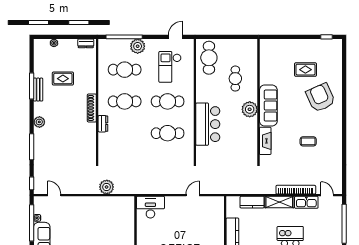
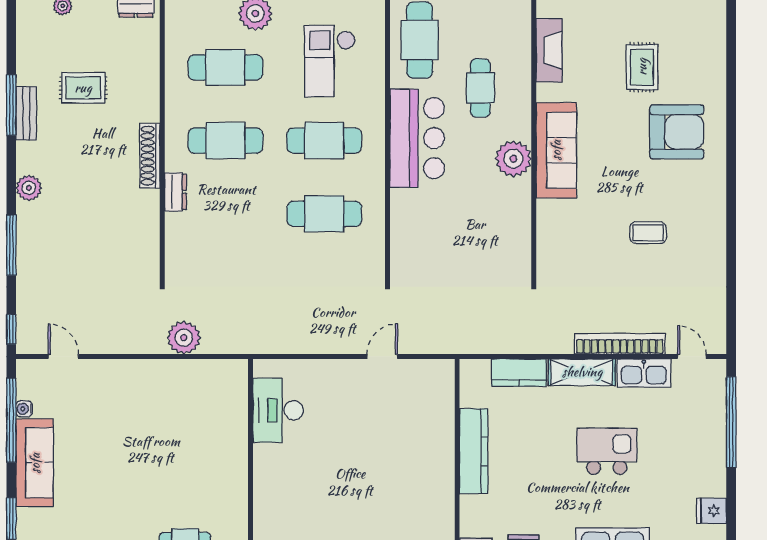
rug: (305, 70) -> (642, 67), turned 90
armchair: (321, 98) -> (677, 132), turned 114
bar counter: (208, 124) -> (417, 138), moved
fireplace: (265, 141) -> (549, 50), moved
desk: (150, 207) -> (278, 410), moved, turned -90

